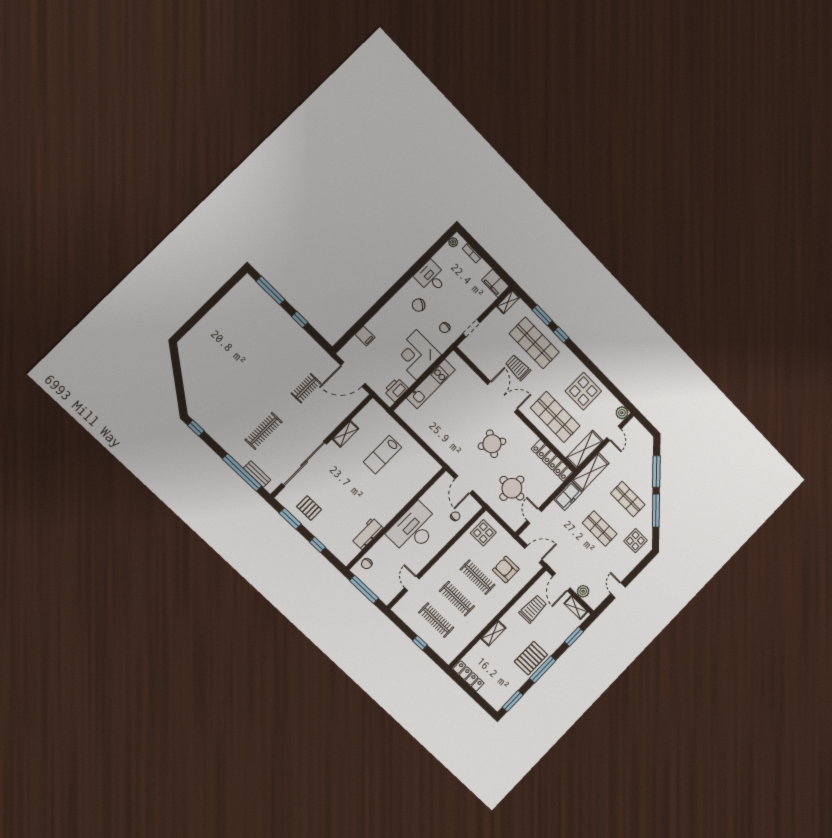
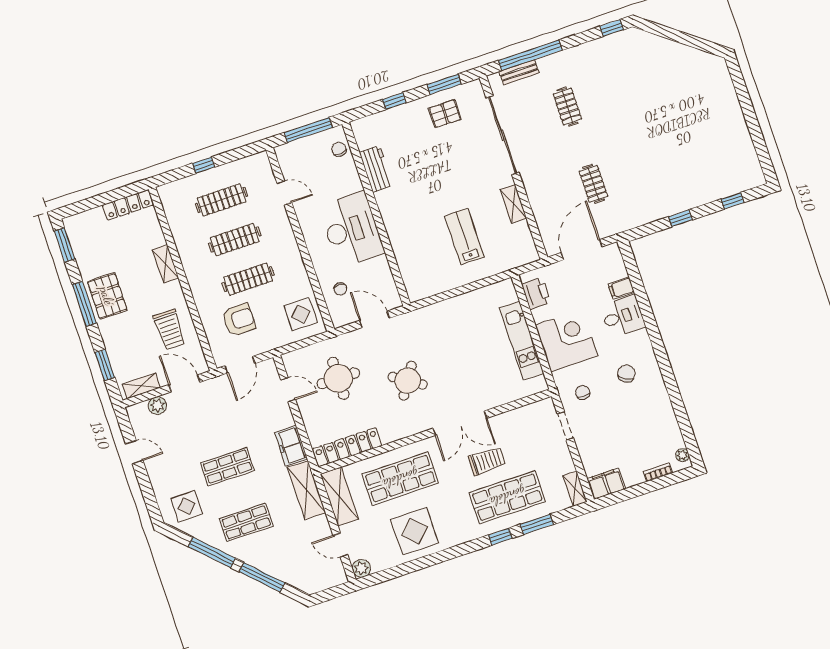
desk: (431, 277) -> (623, 316), moved
window: (271, 290) -> (733, 201), width x0.46
clothes rail: (264, 431) -> (567, 107), width x0.73

